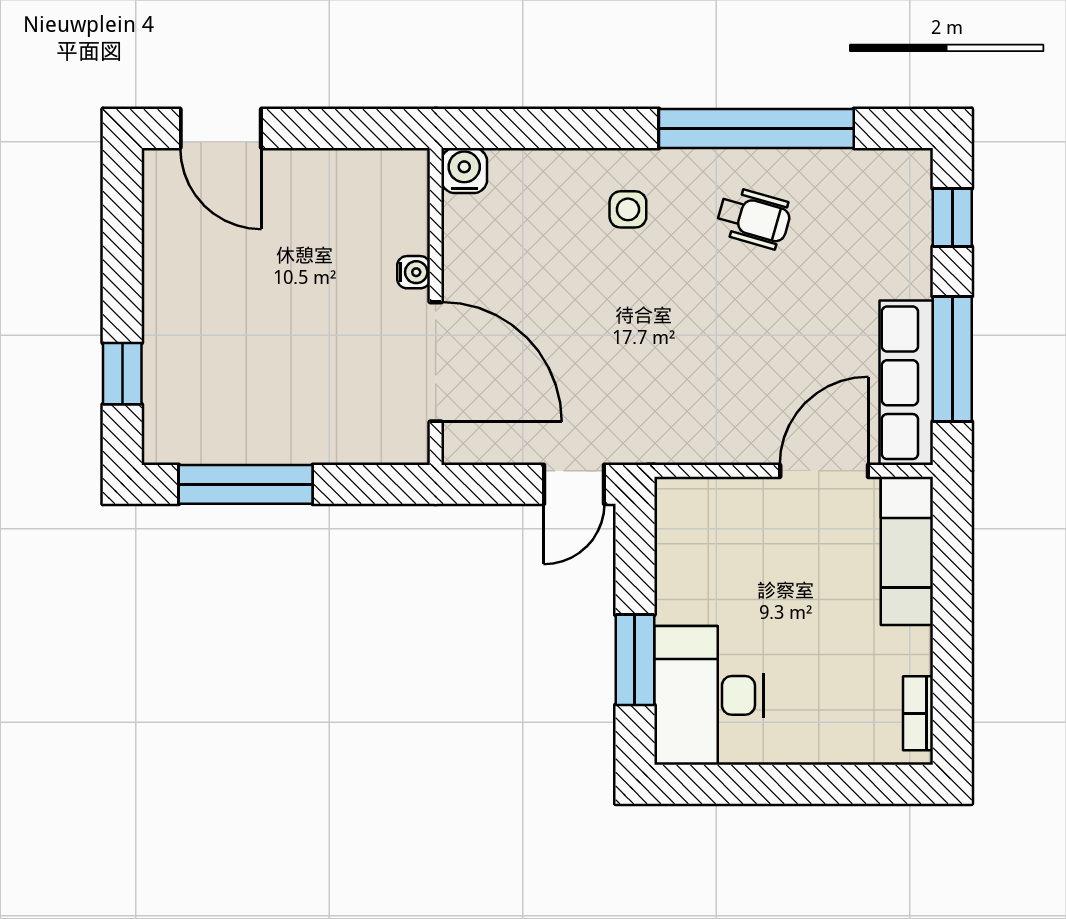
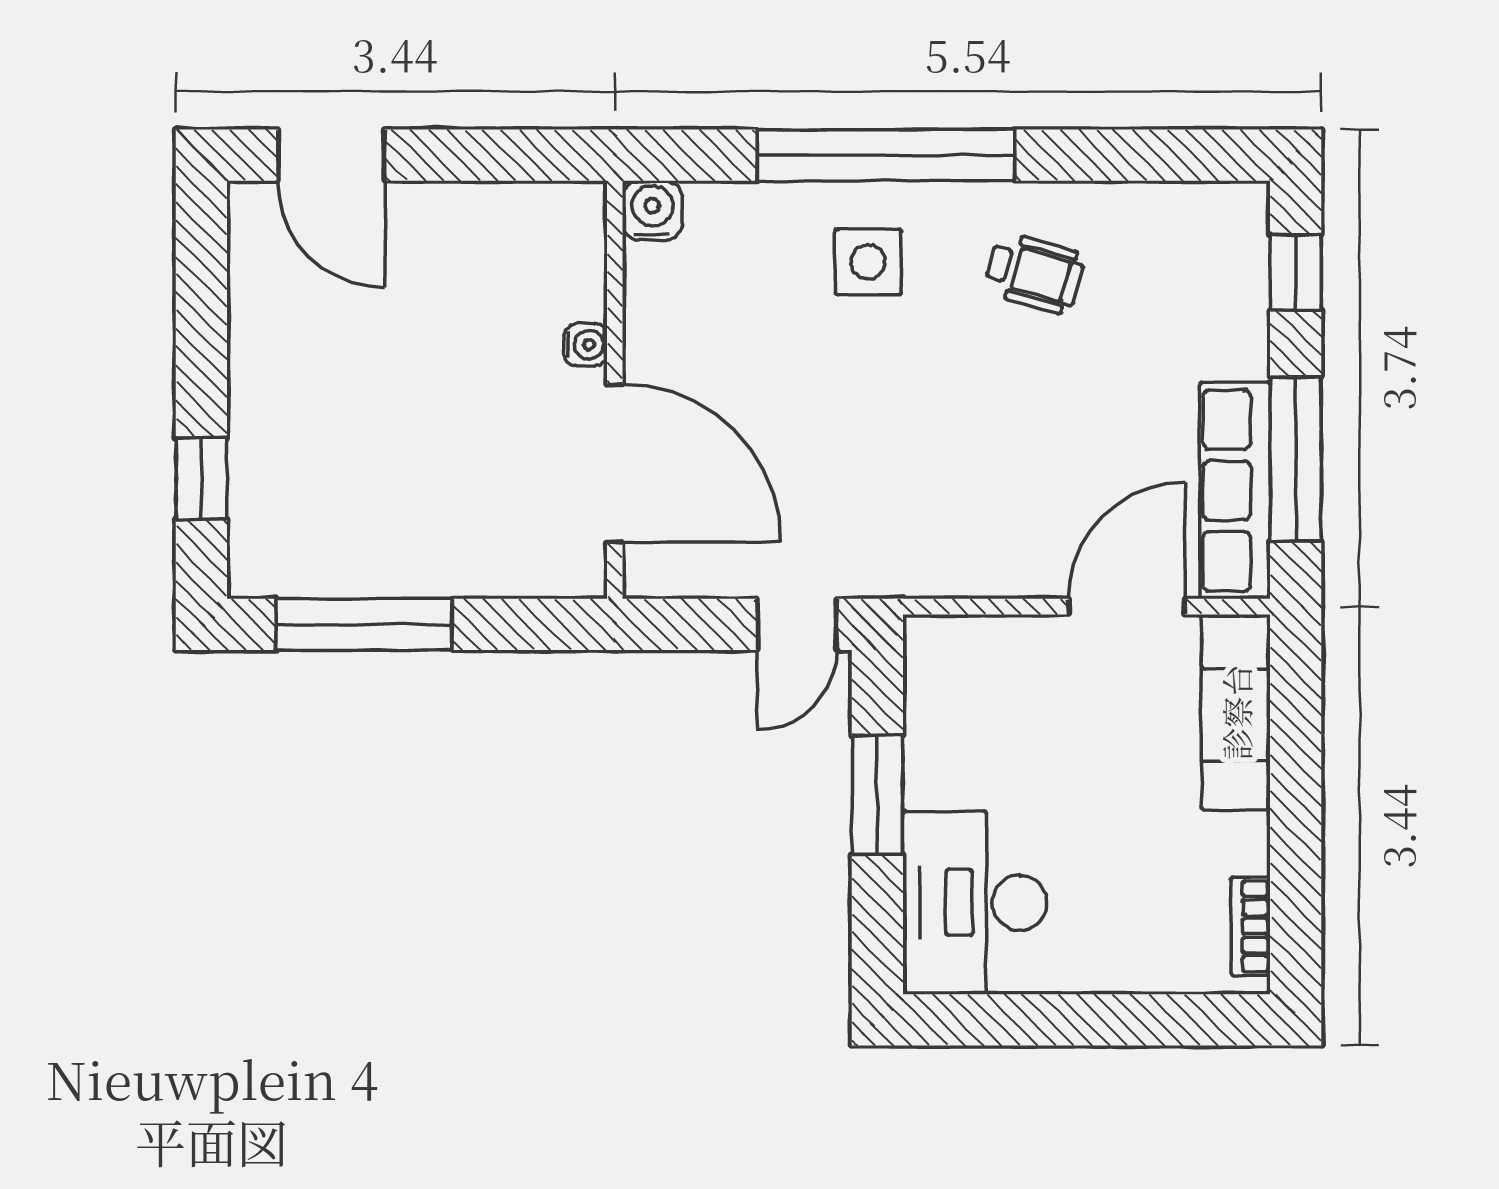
window: (756, 128) -> (886, 155), moved
side table: (628, 209) -> (868, 262), width x1.37, depth x1.37
window: (635, 660) -> (877, 795), moved

